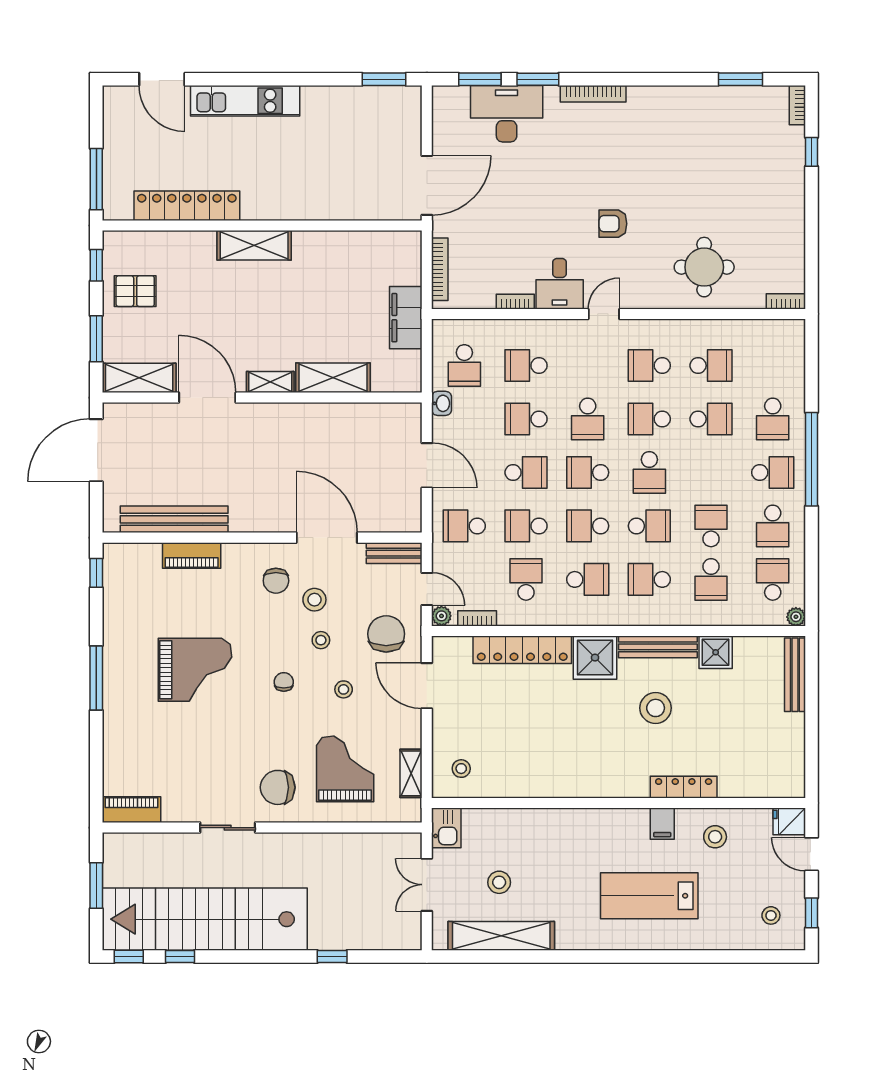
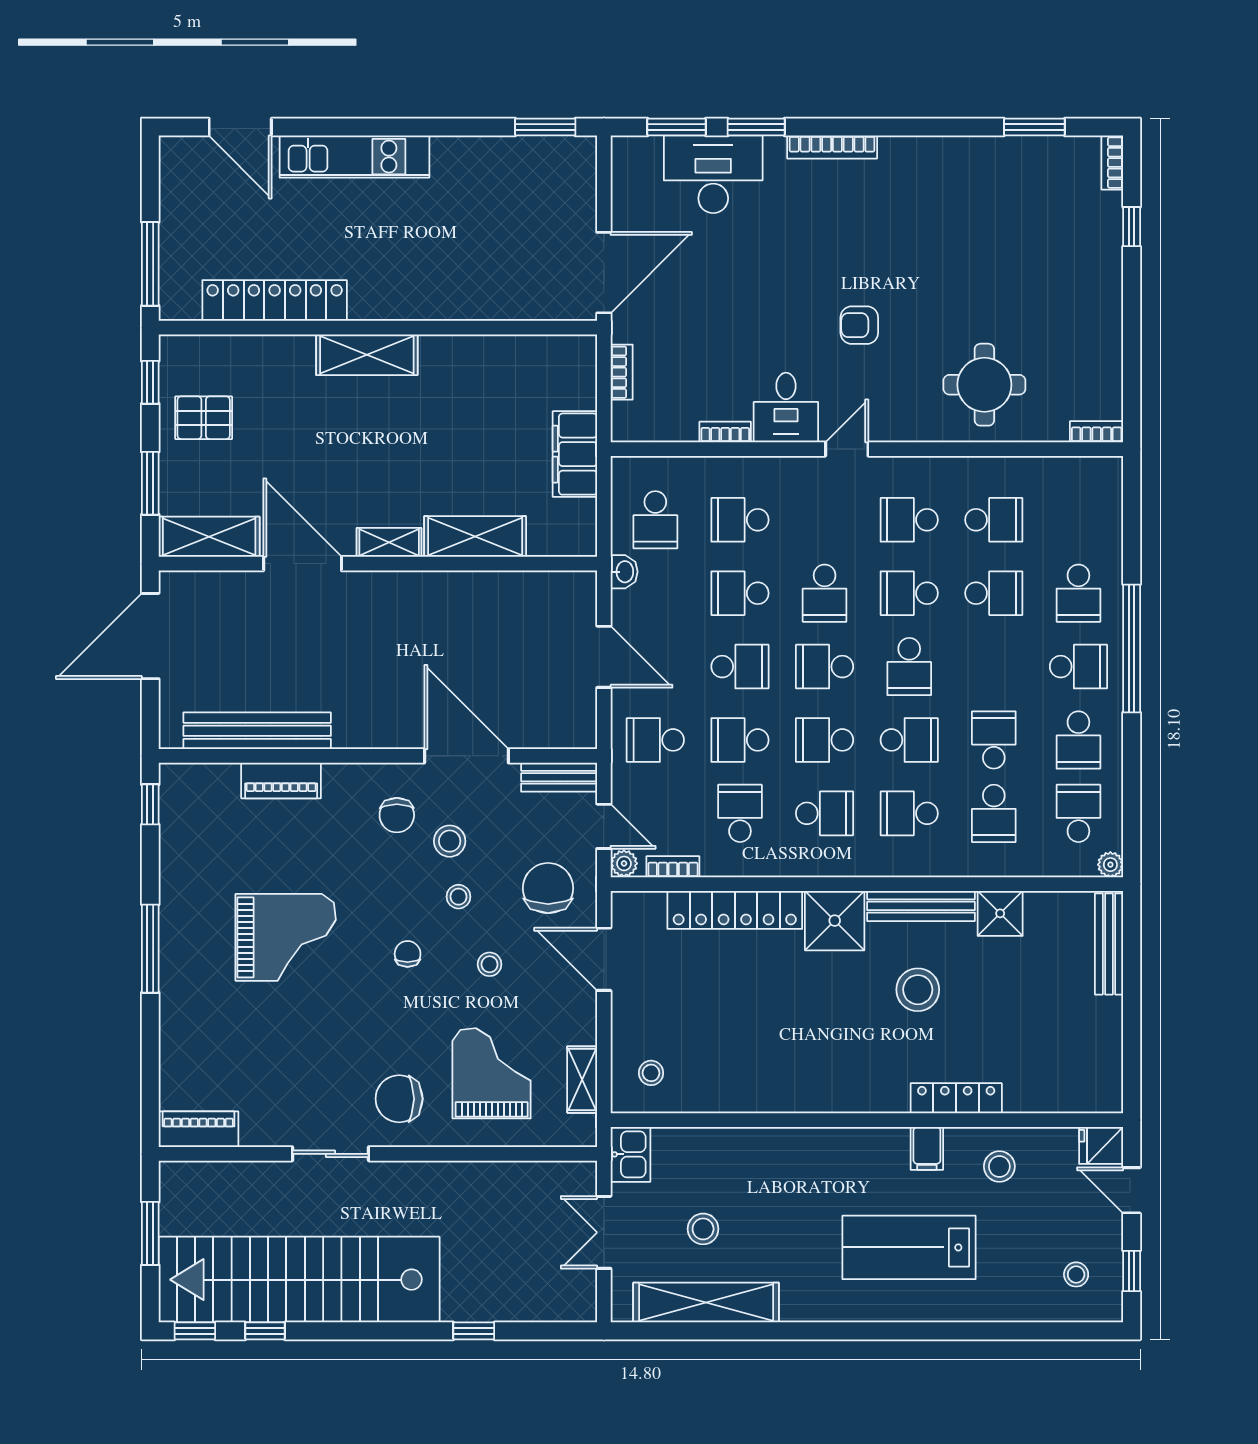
bookcase: (440, 269) -> (622, 372), width x0.64

